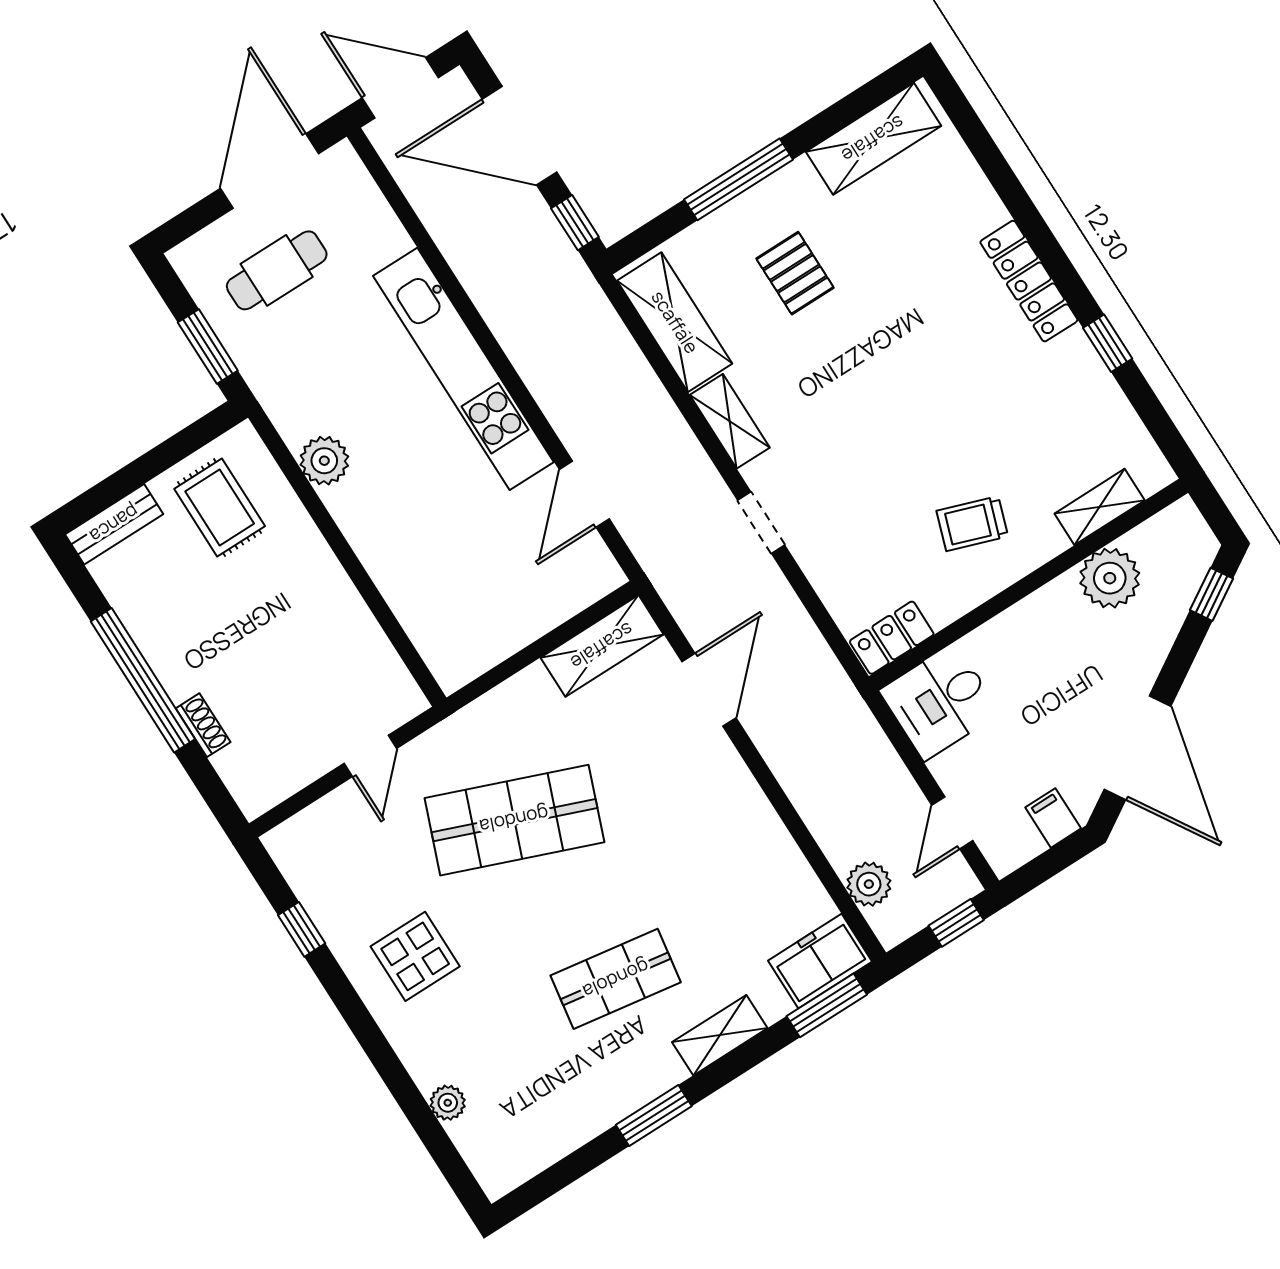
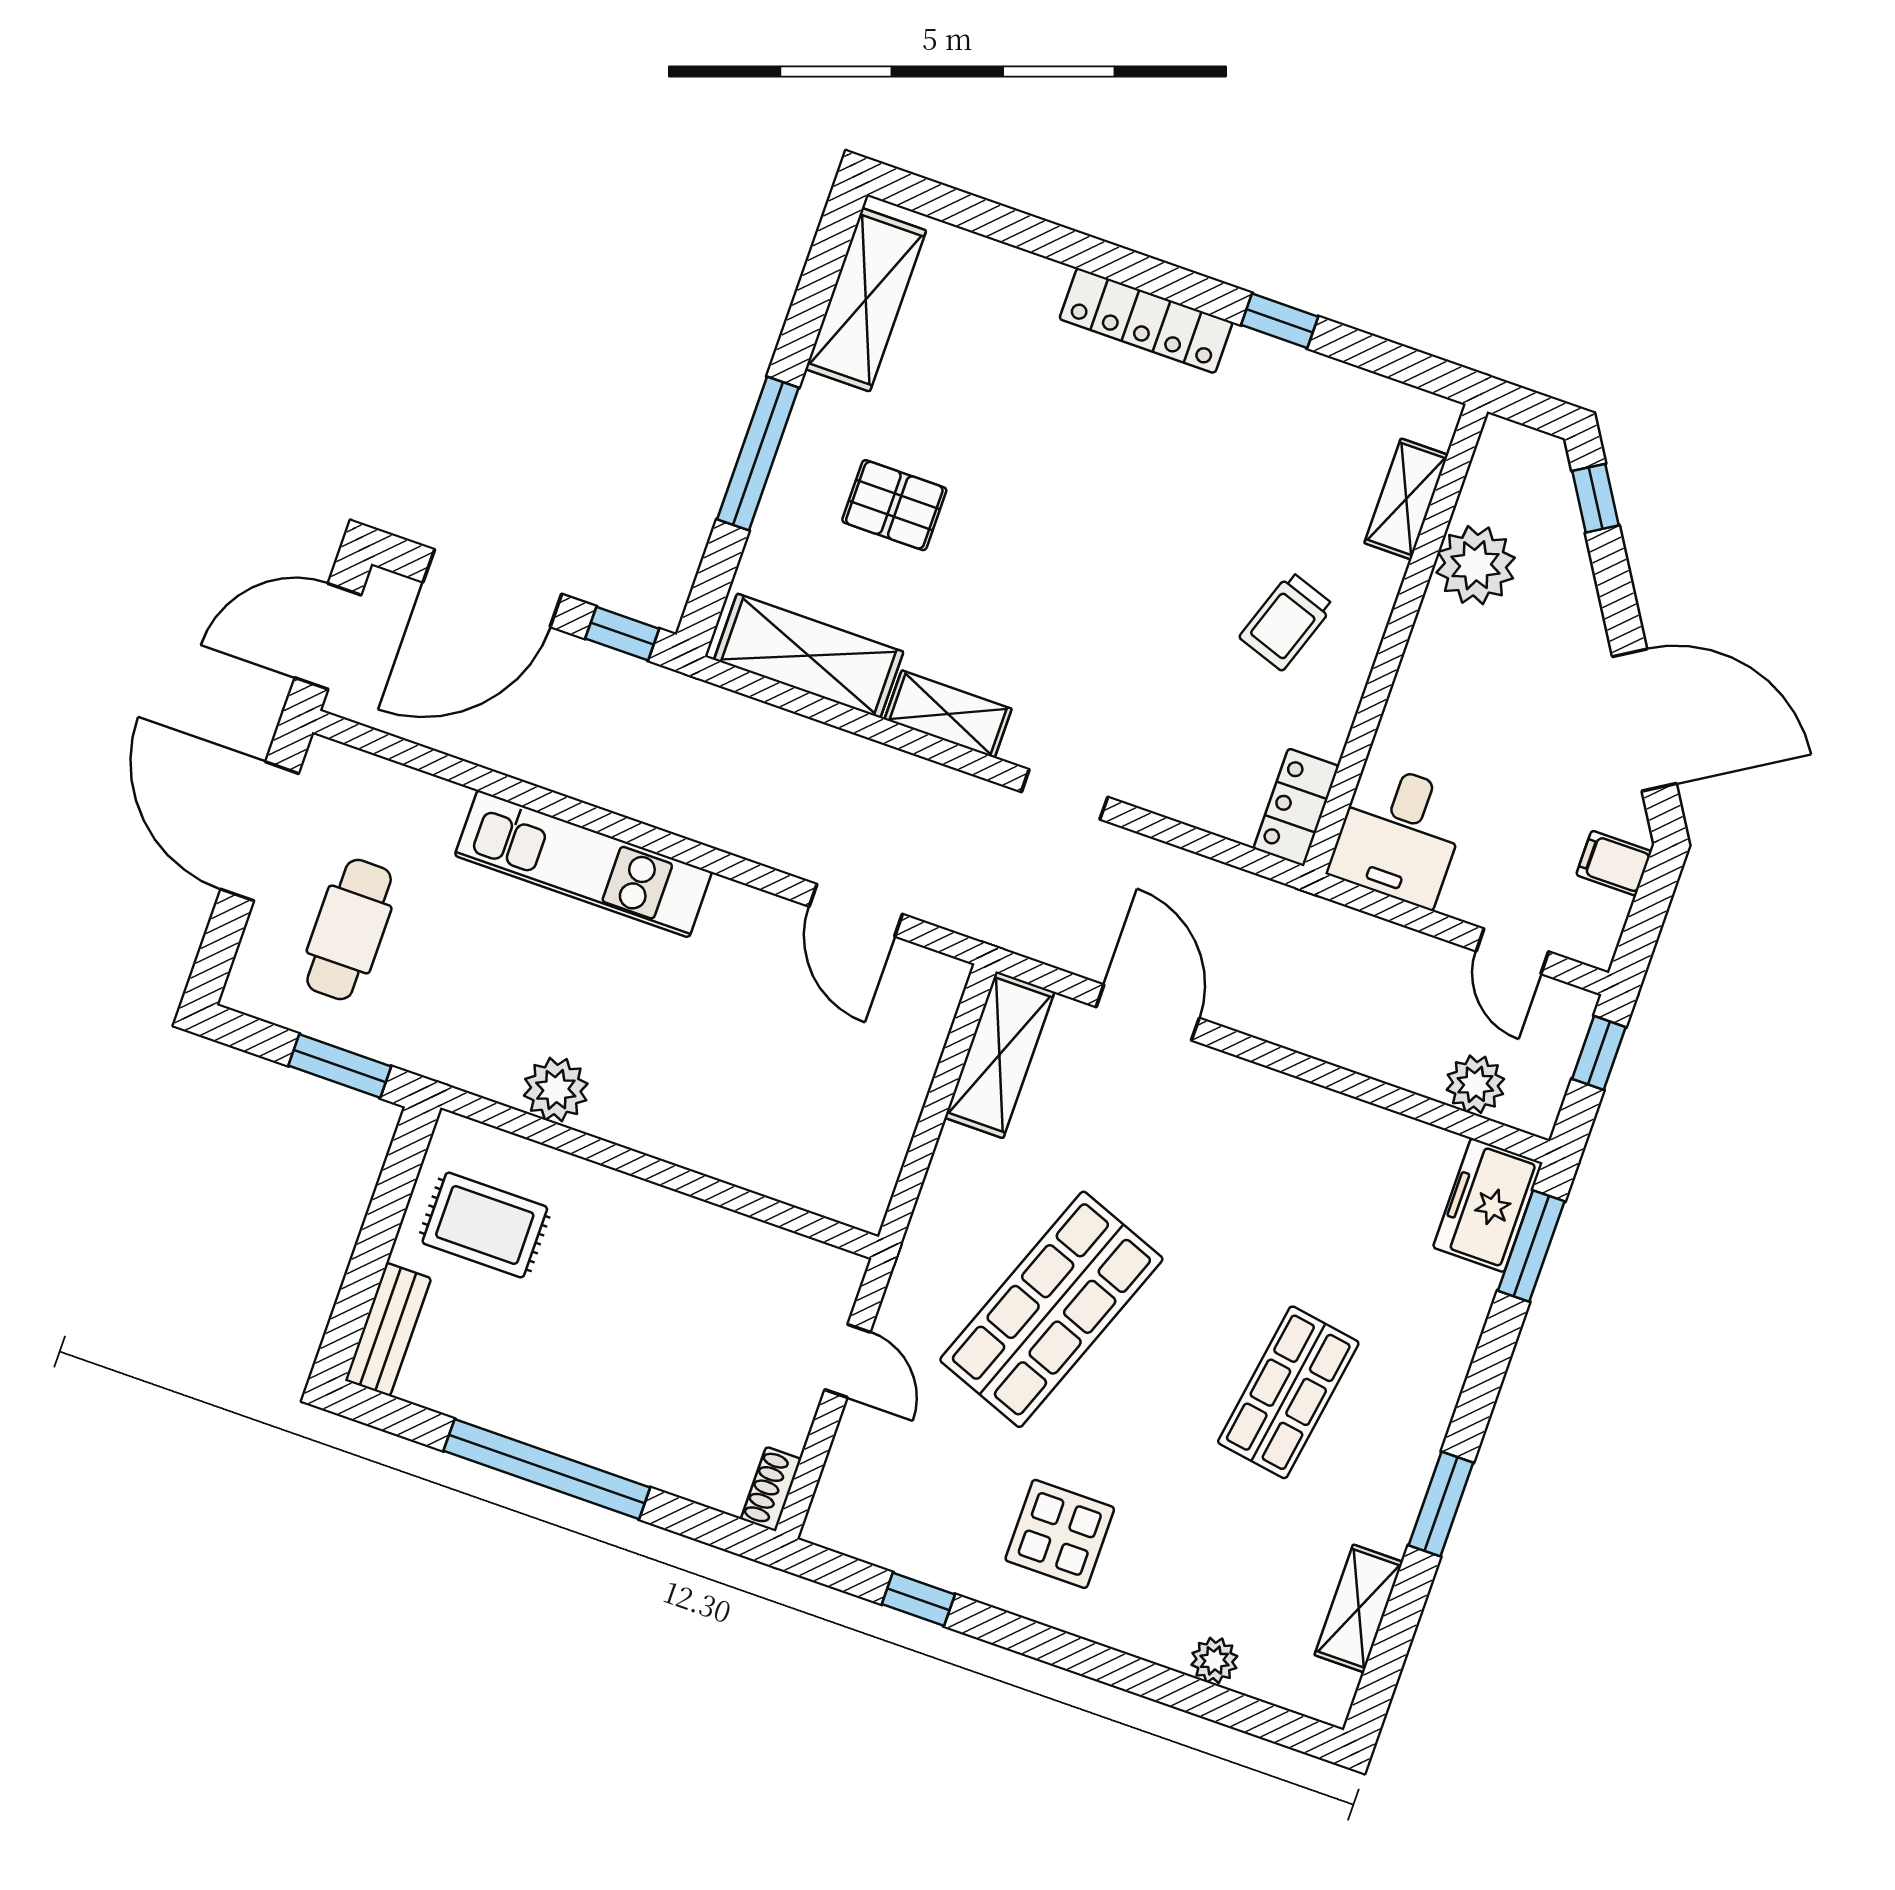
kitchen unit: (463, 369) -> (583, 864), width x0.73
shoe rack: (203, 725) -> (771, 1489), moved, turned -90
shelving: (720, 1035) -> (1359, 1608), moved

